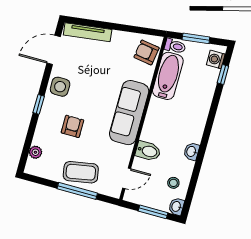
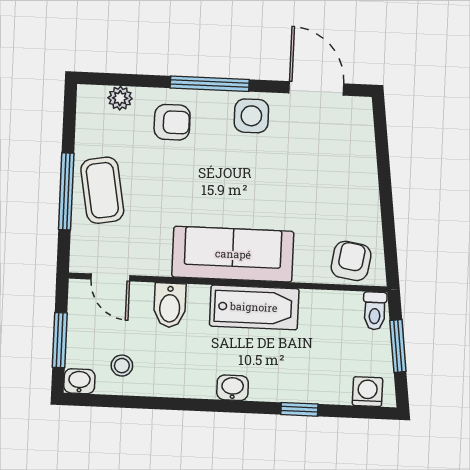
tv unit: (88, 32) -> (363, 144), removed
window: (223, 75) -> (299, 409), moved
bathtub: (168, 76) -> (254, 307), moved
window: (39, 104) -> (210, 84), width x2.17
armchair: (72, 126) -> (172, 122), moved
washbasin: (191, 152) -> (233, 388), moved

